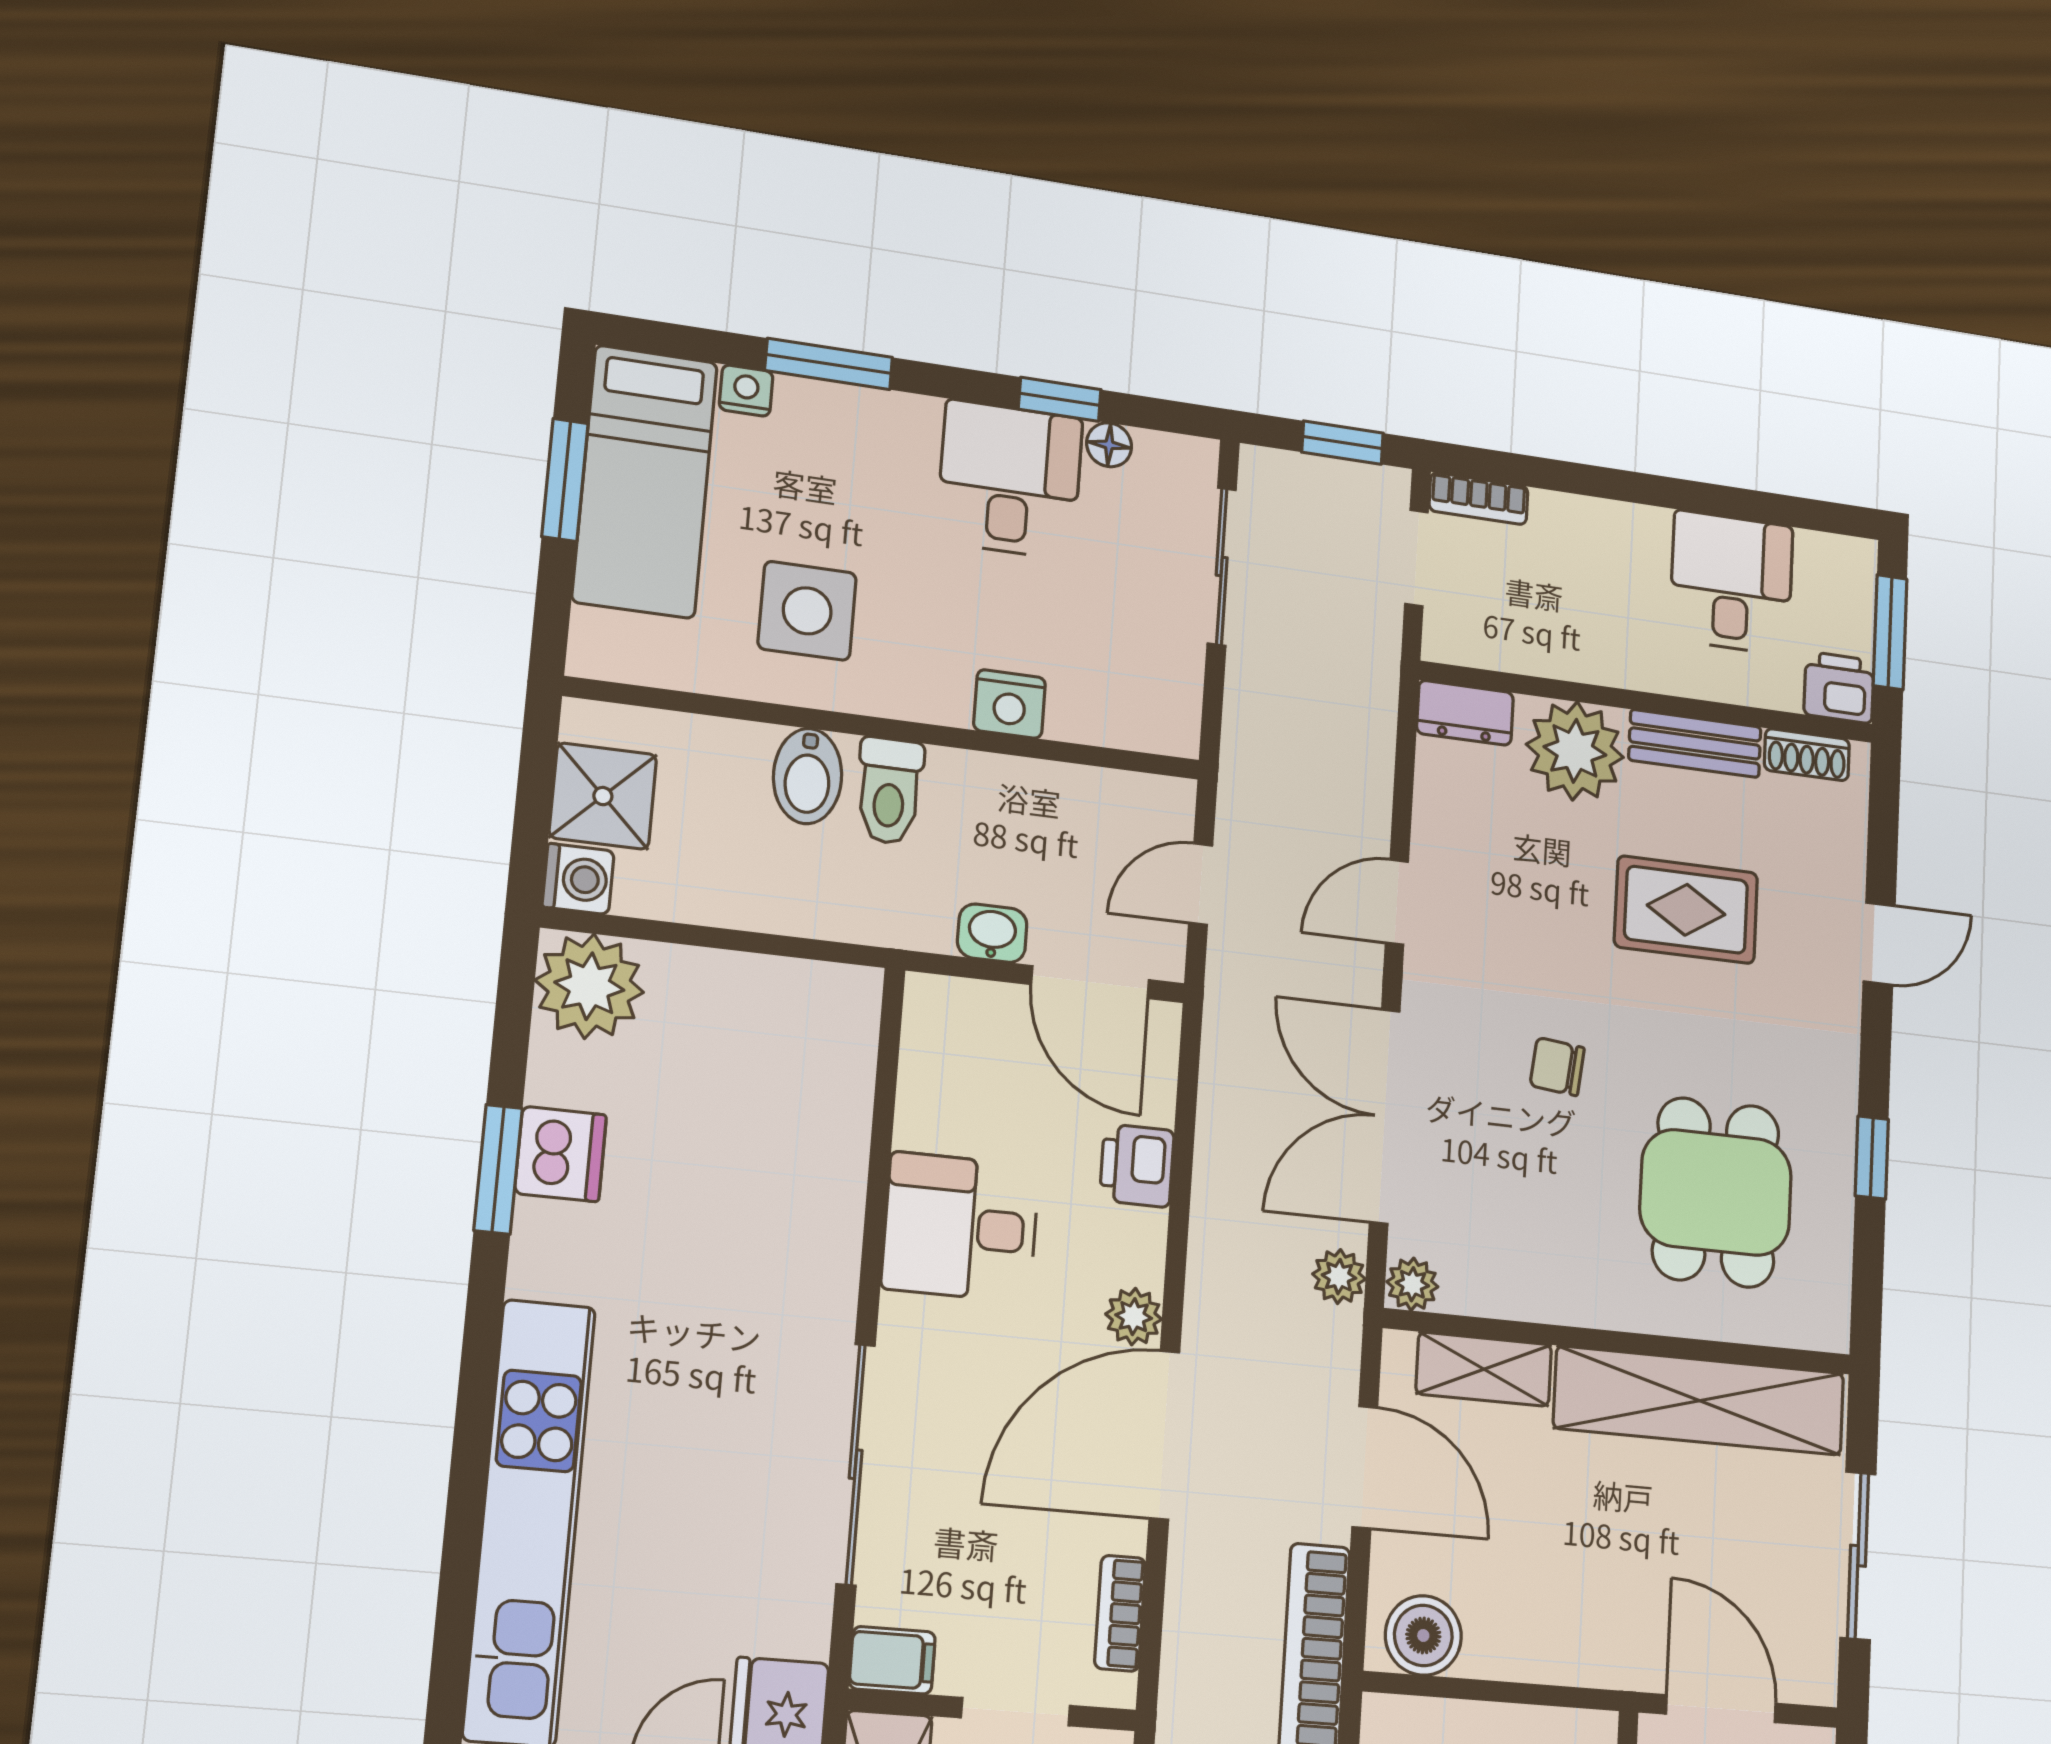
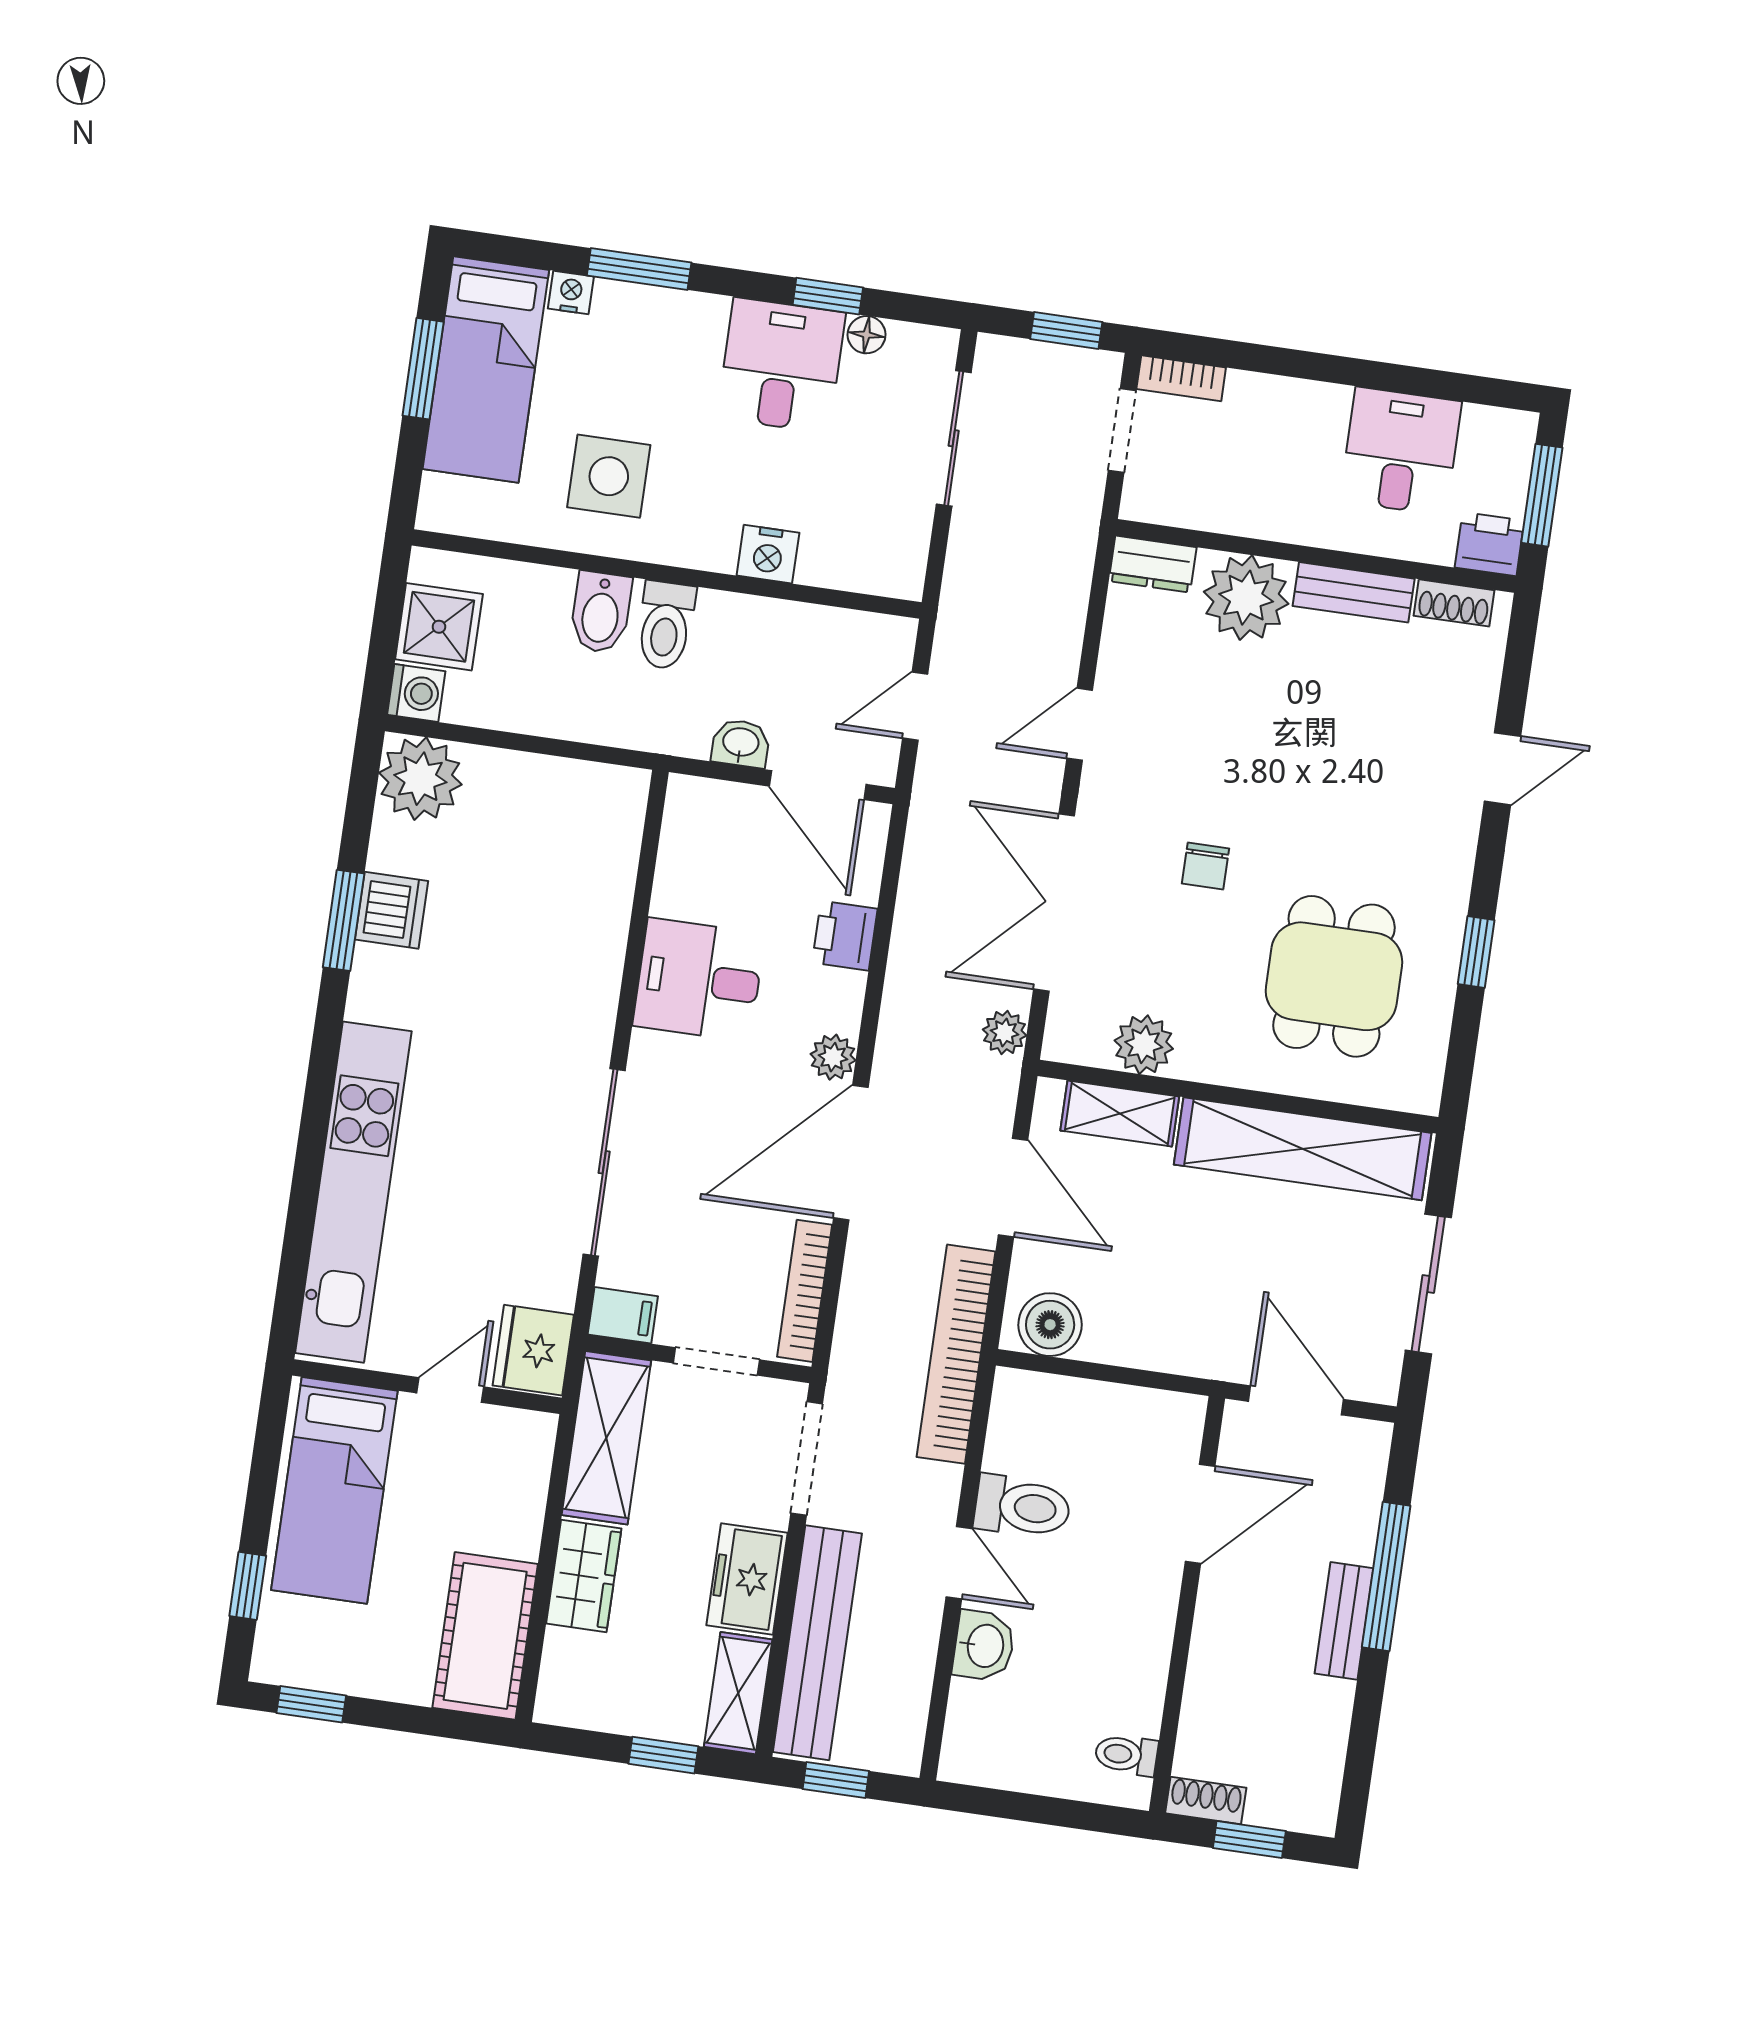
rug: (1686, 910) -> (1332, 736), removed
chair: (1557, 1067) -> (1205, 866), turned -96
plant: (1412, 1284) -> (1144, 1045), moved, width x1.38, depth x1.38
bookcase: (1120, 1613) -> (805, 1291), width x1.56

